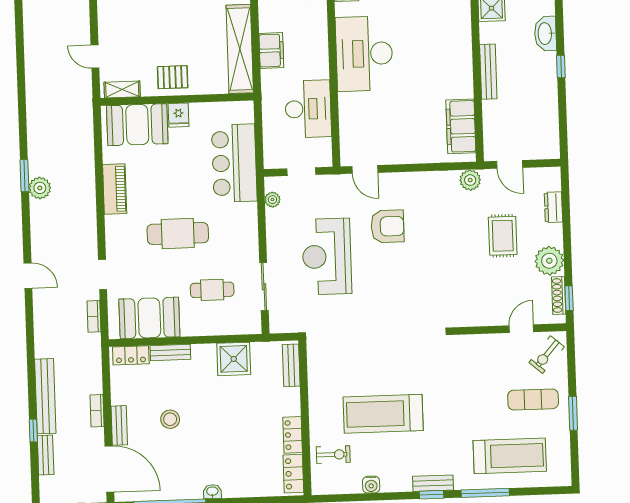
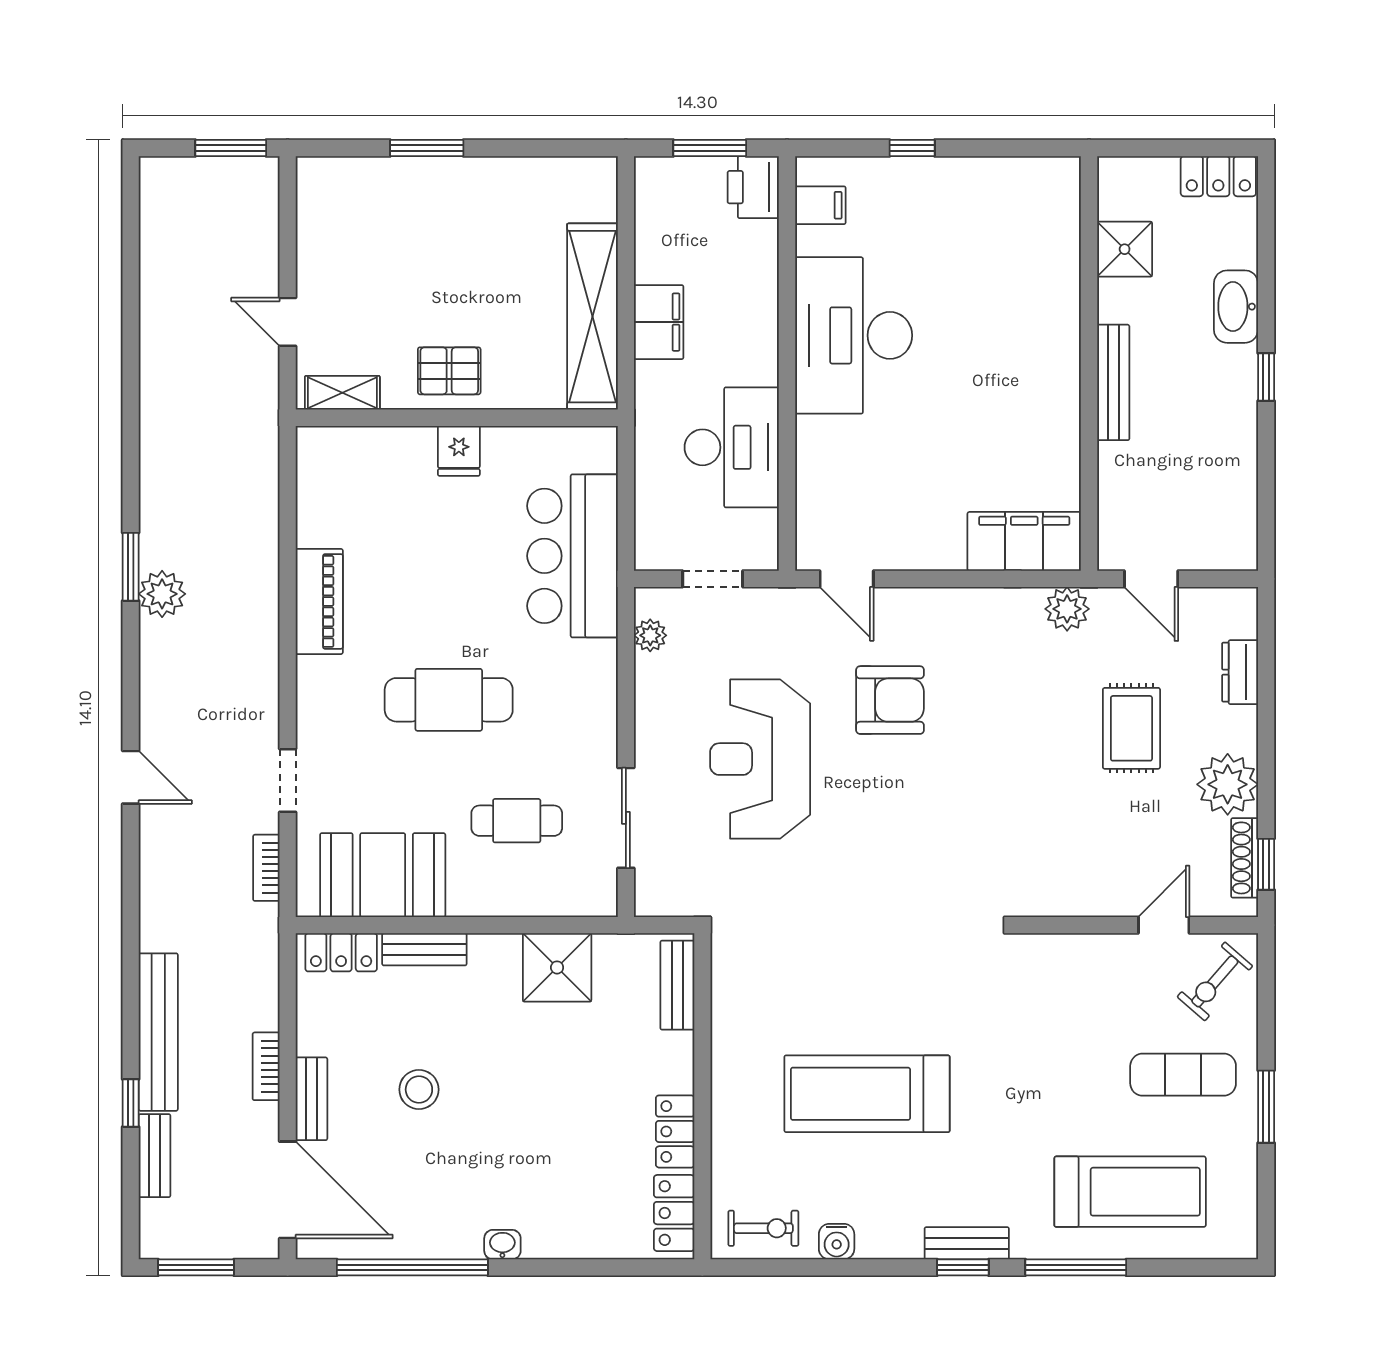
booth: (137, 125) -> (372, 468), removed
filing cabinet: (461, 126) -> (1024, 541), moved, turned 90
exercise bike: (333, 455) -> (763, 1228), moved

